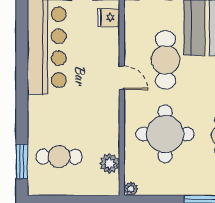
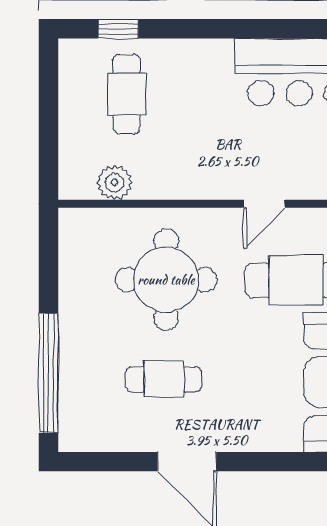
window: (22, 161) -> (118, 29), width x0.67
plant: (131, 189) -> (70, 220), removed

